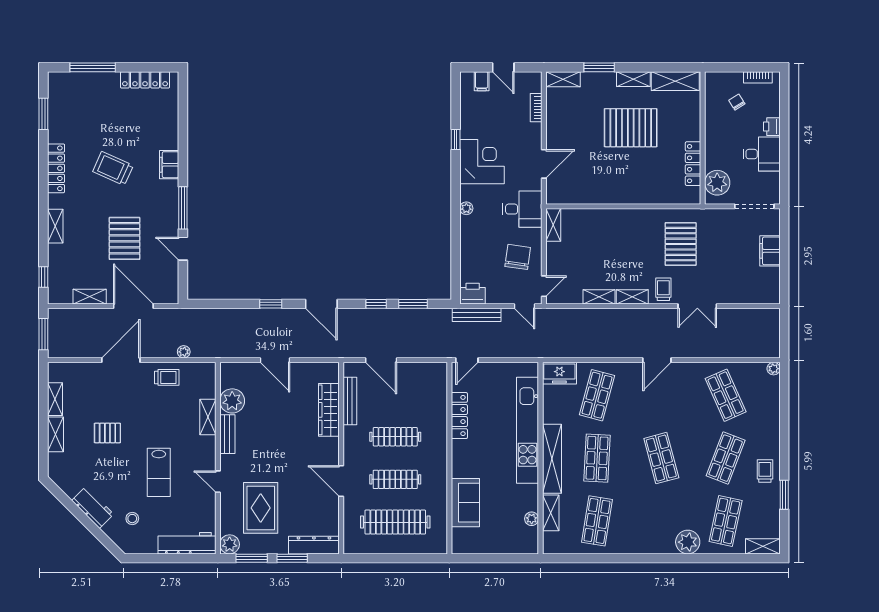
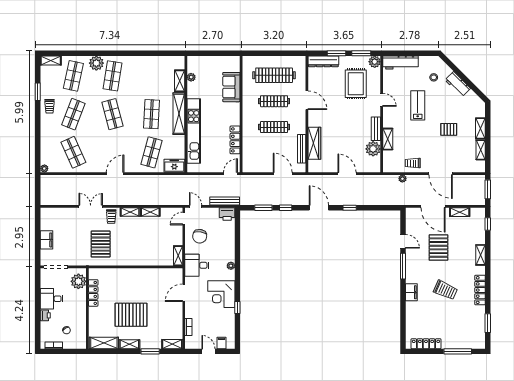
door: (121, 360) -> (441, 174), hinge flipped
shop shelf: (597, 521) -> (112, 76), moved

